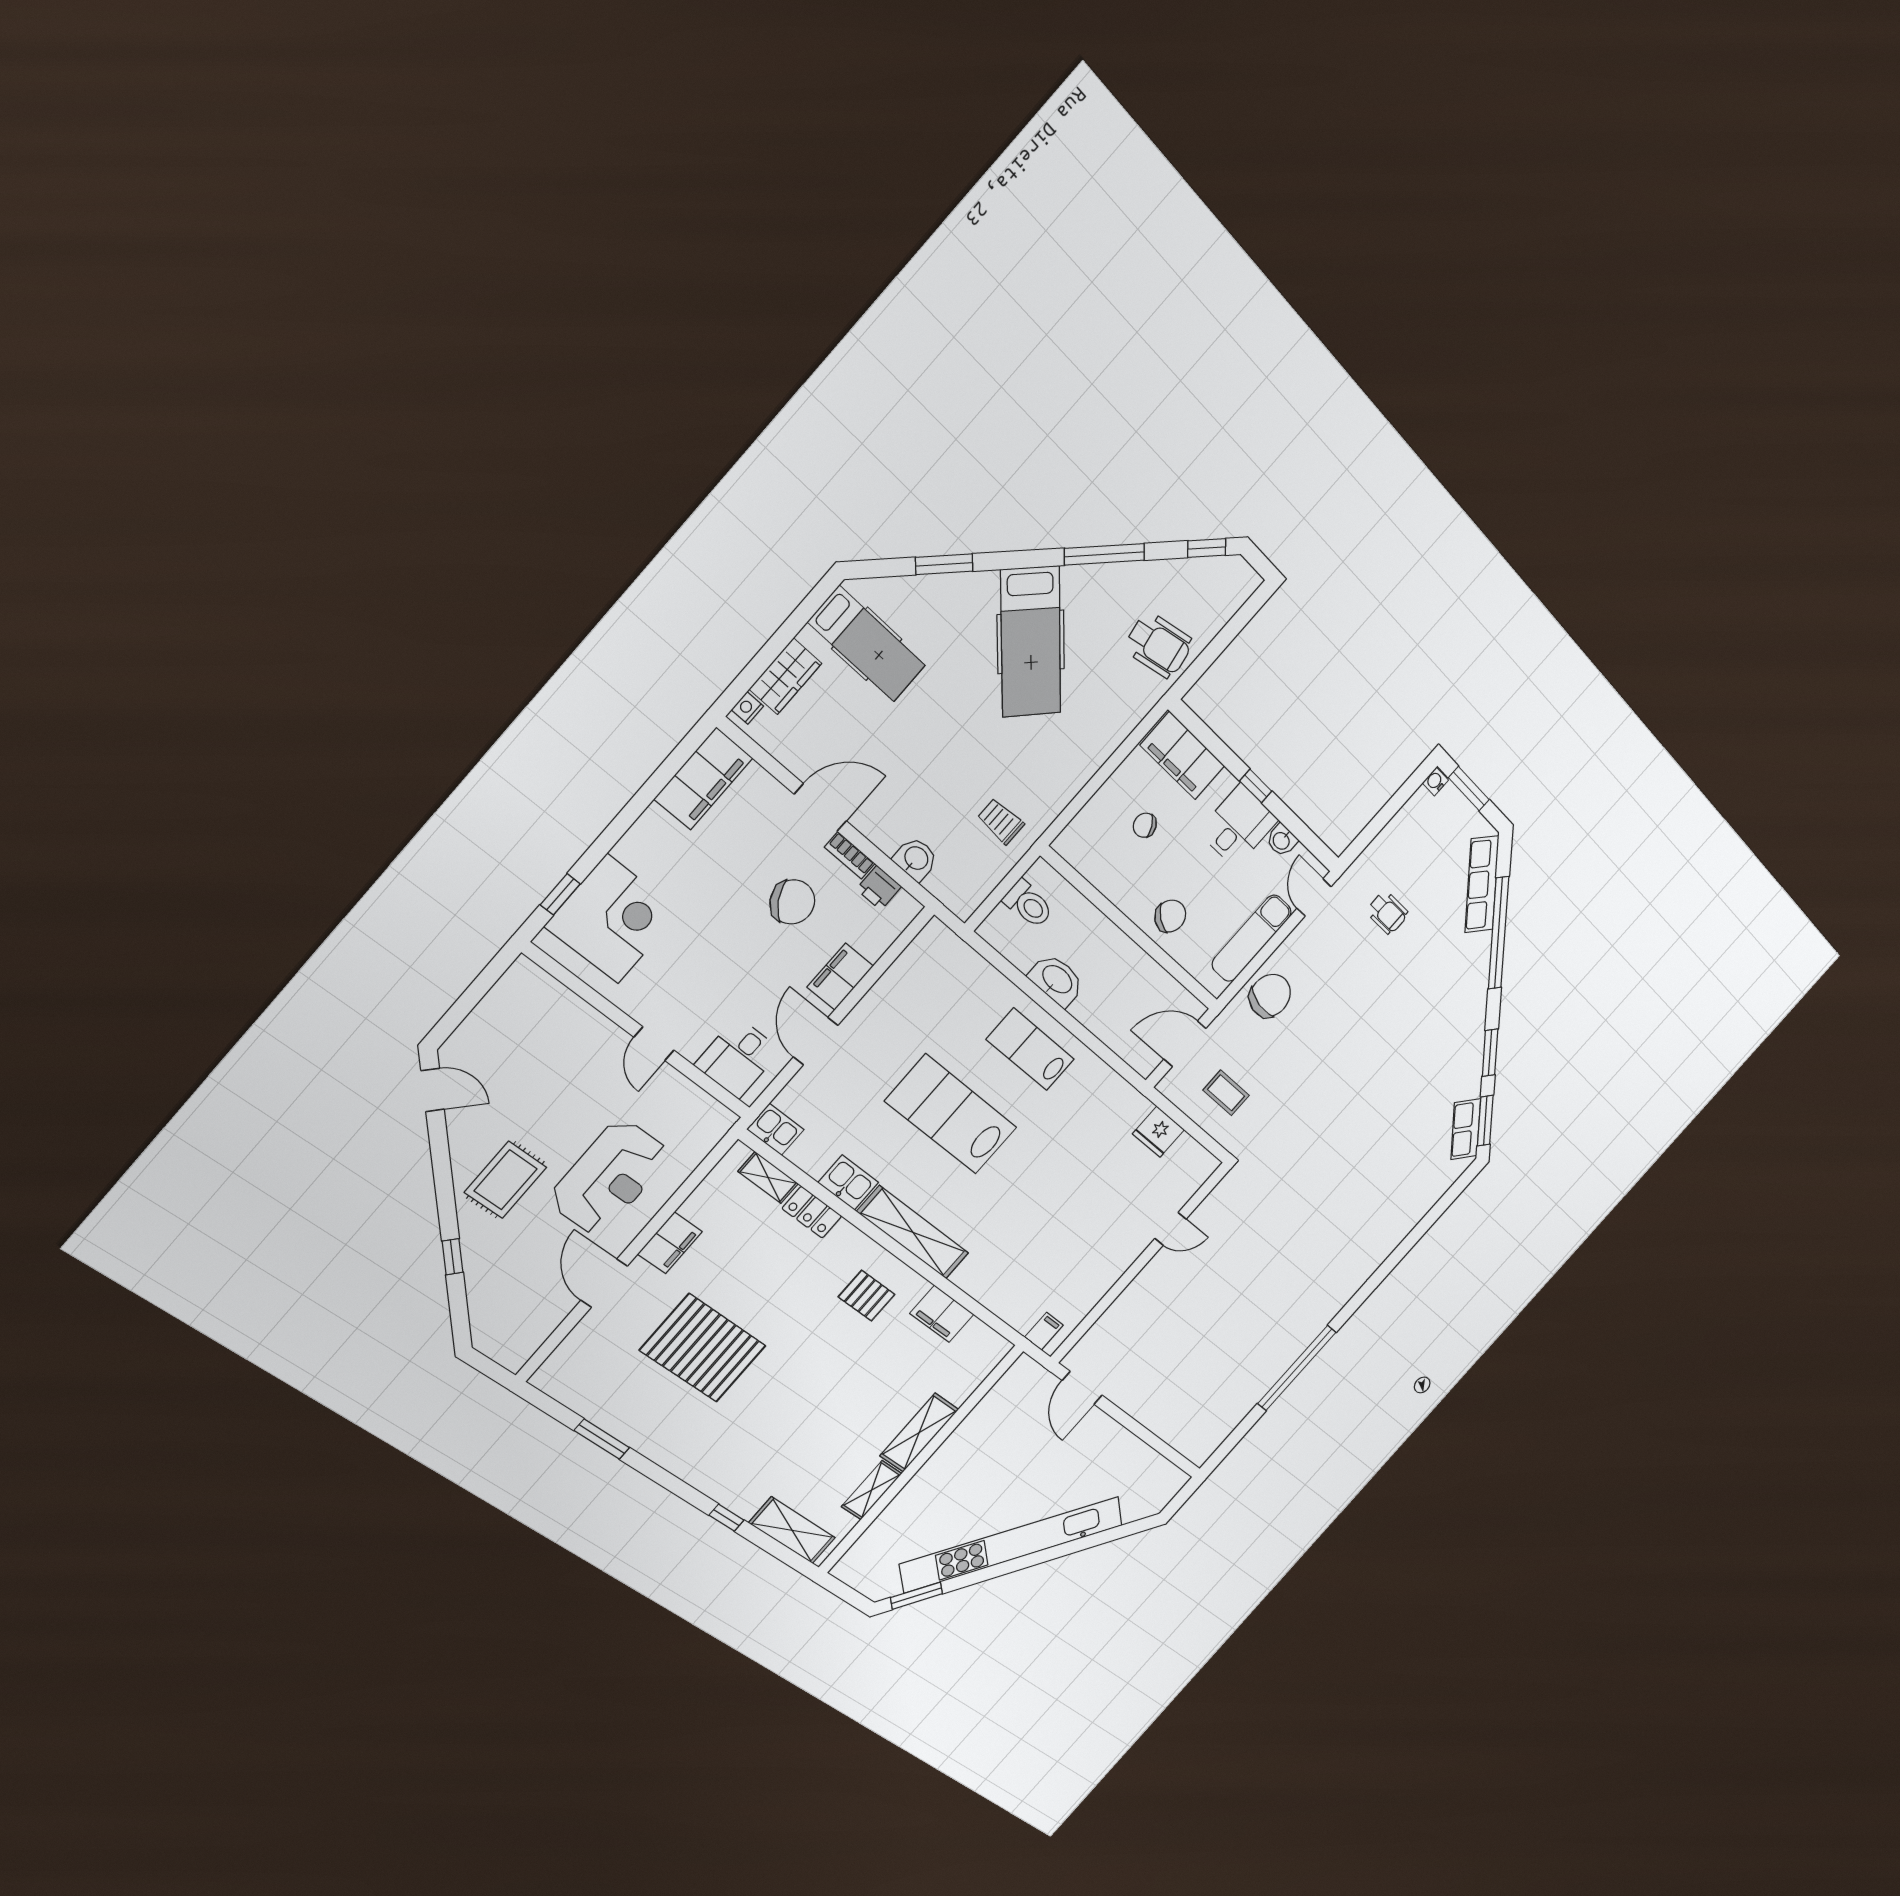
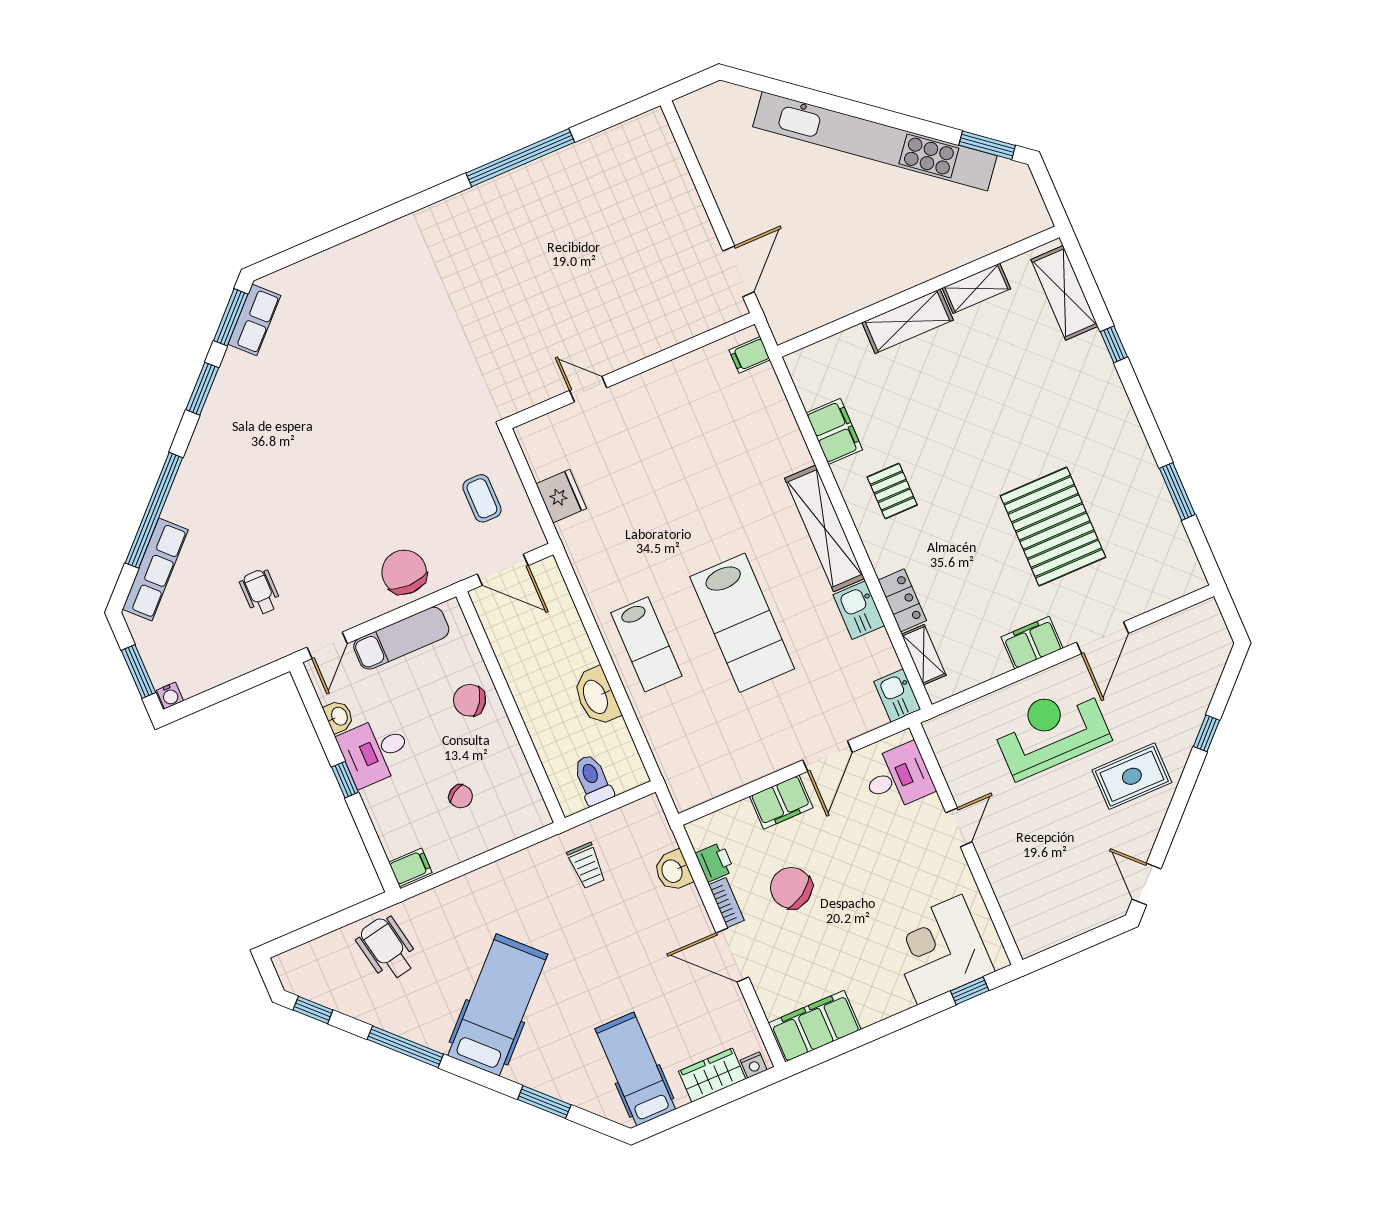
filing cabinet: (1182, 756) -> (410, 867), width x0.33, depth x0.86
chair: (1270, 996) -> (404, 572), turned 80

